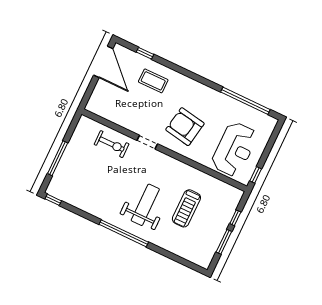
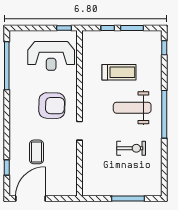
coffee table: (153, 81) -> (37, 152), moved
armchair: (185, 127) -> (52, 106), turned -99
exercise bike: (112, 144) -> (131, 148), moved, turned 90
reception desk: (234, 149) -> (51, 56), turned 180
window: (53, 200) -> (164, 48), moved

